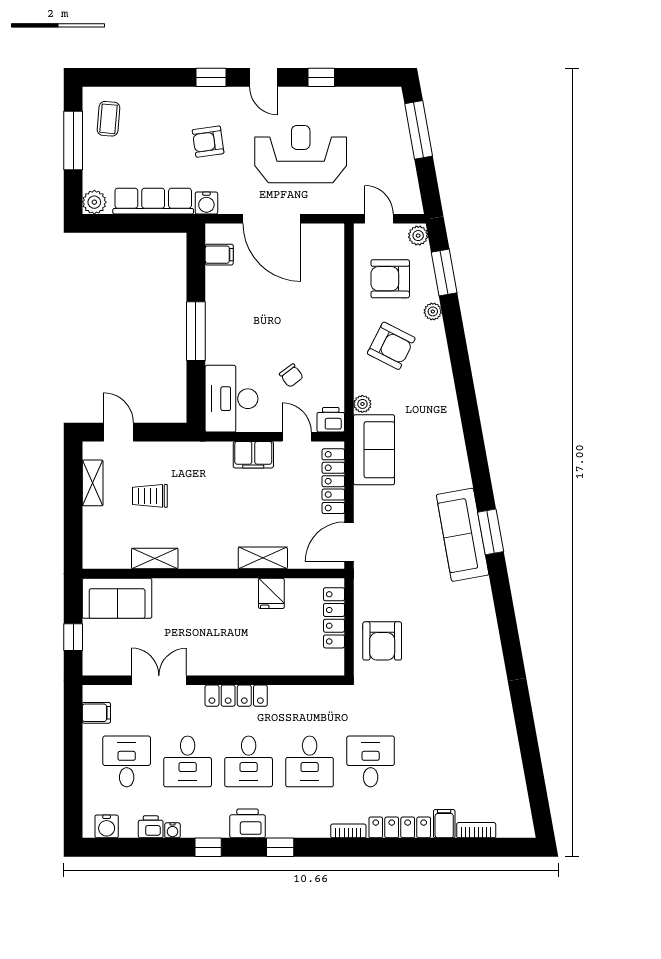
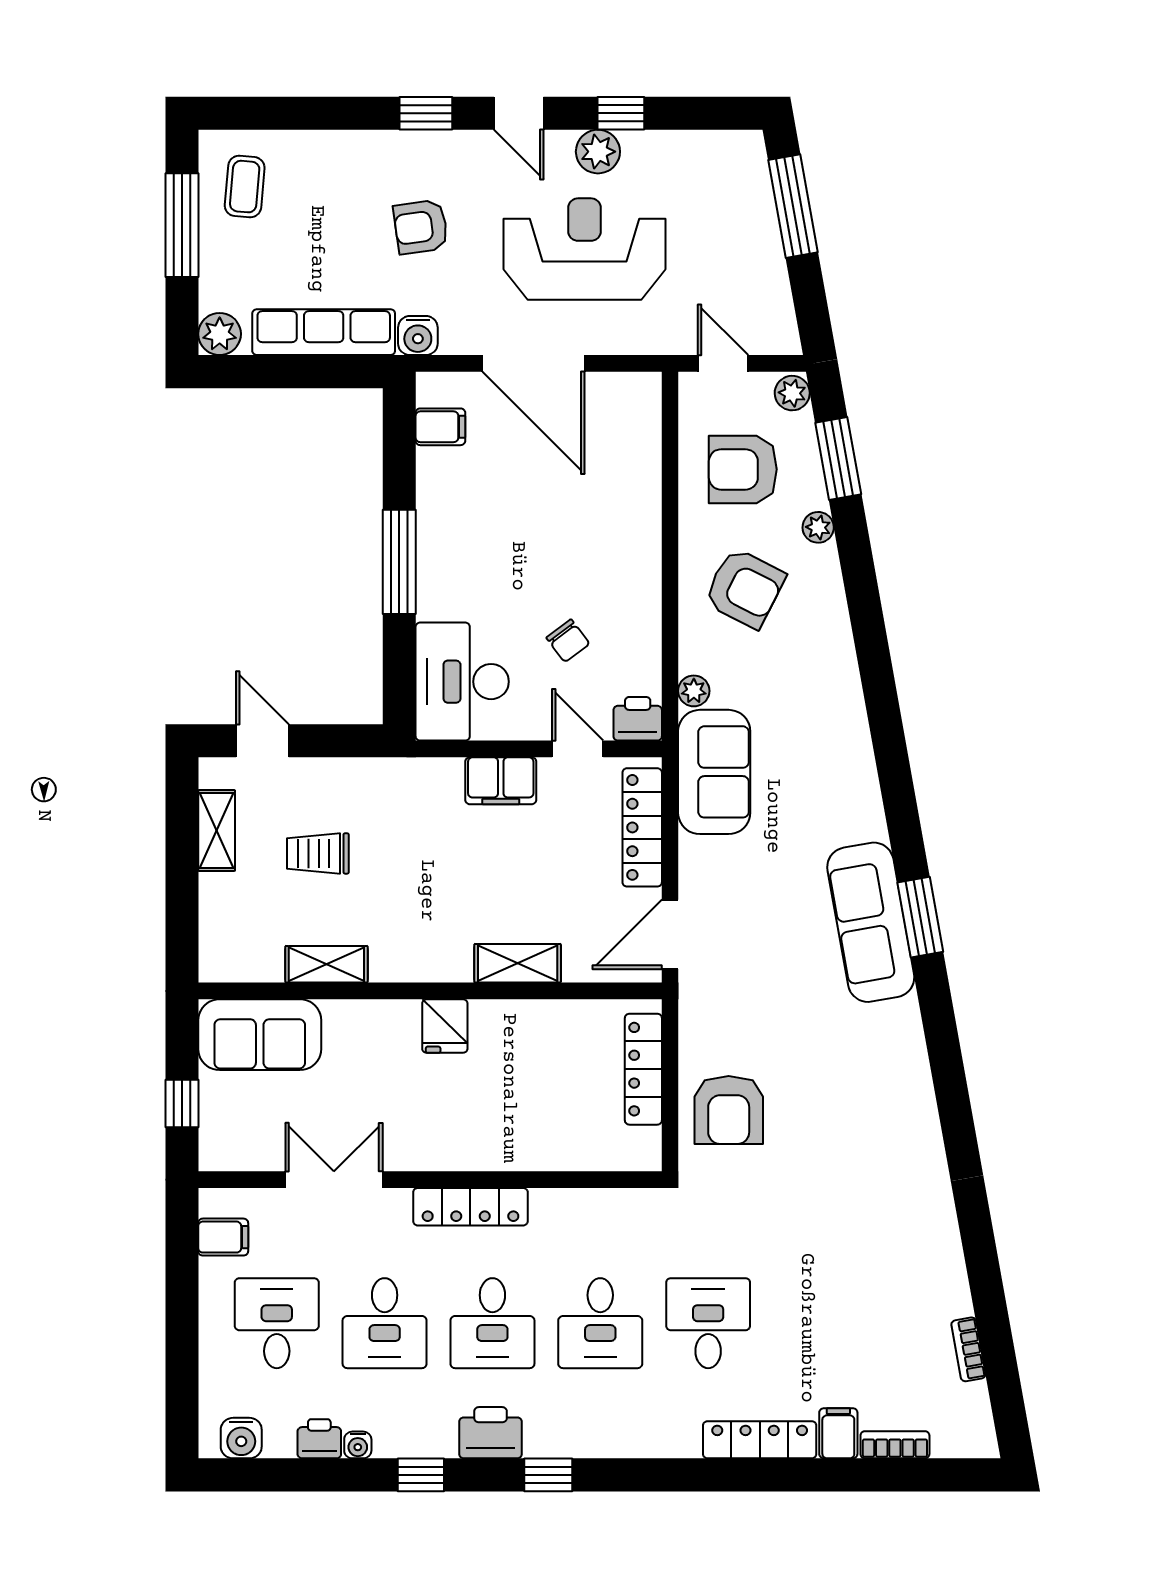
plant: (308, 99) -> (598, 152), added
fridge: (271, 593) -> (445, 1026), moved
bookcase: (348, 831) -> (968, 1349), moved, turned -100

